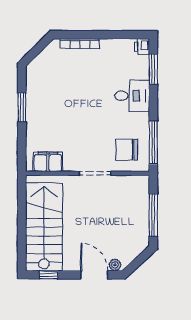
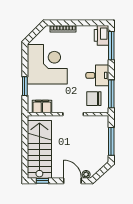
printer: (142, 47) -> (102, 35), width x1.87, depth x1.48
window: (153, 69) -> (111, 46), width x1.44
desk: (132, 96) -> (97, 75), moved
corner desk: (56, 98) -> (47, 64), added
window: (22, 107) -> (25, 86), moved

